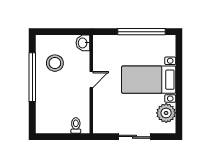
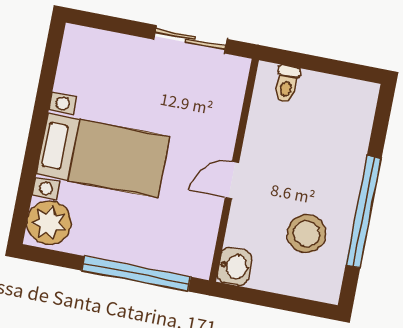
window: (142, 32) -> (136, 274), moved
plant: (166, 113) -> (49, 223), moved
sliding door: (135, 137) -> (190, 39), moved

